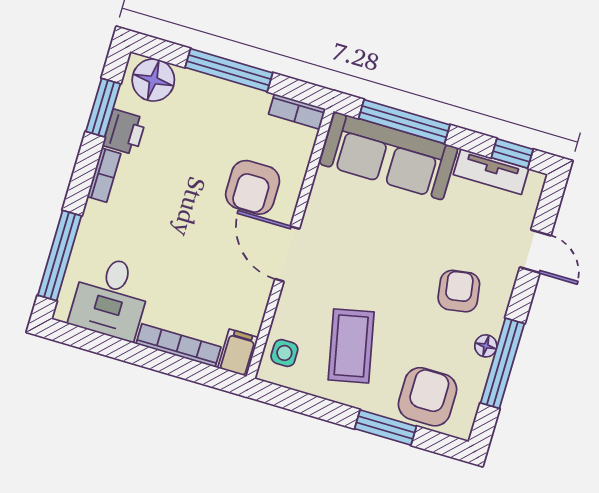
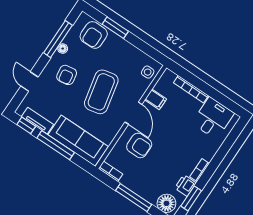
window: (404, 122) -> (56, 145), moved
armchair: (253, 187) -> (139, 145), turned 90
window: (60, 256) -> (229, 142), removed
coffee table: (351, 346) -> (101, 92), moved, width x1.36, depth x1.32
filing cabinet: (238, 353) -> (156, 99), moved, turned -90

